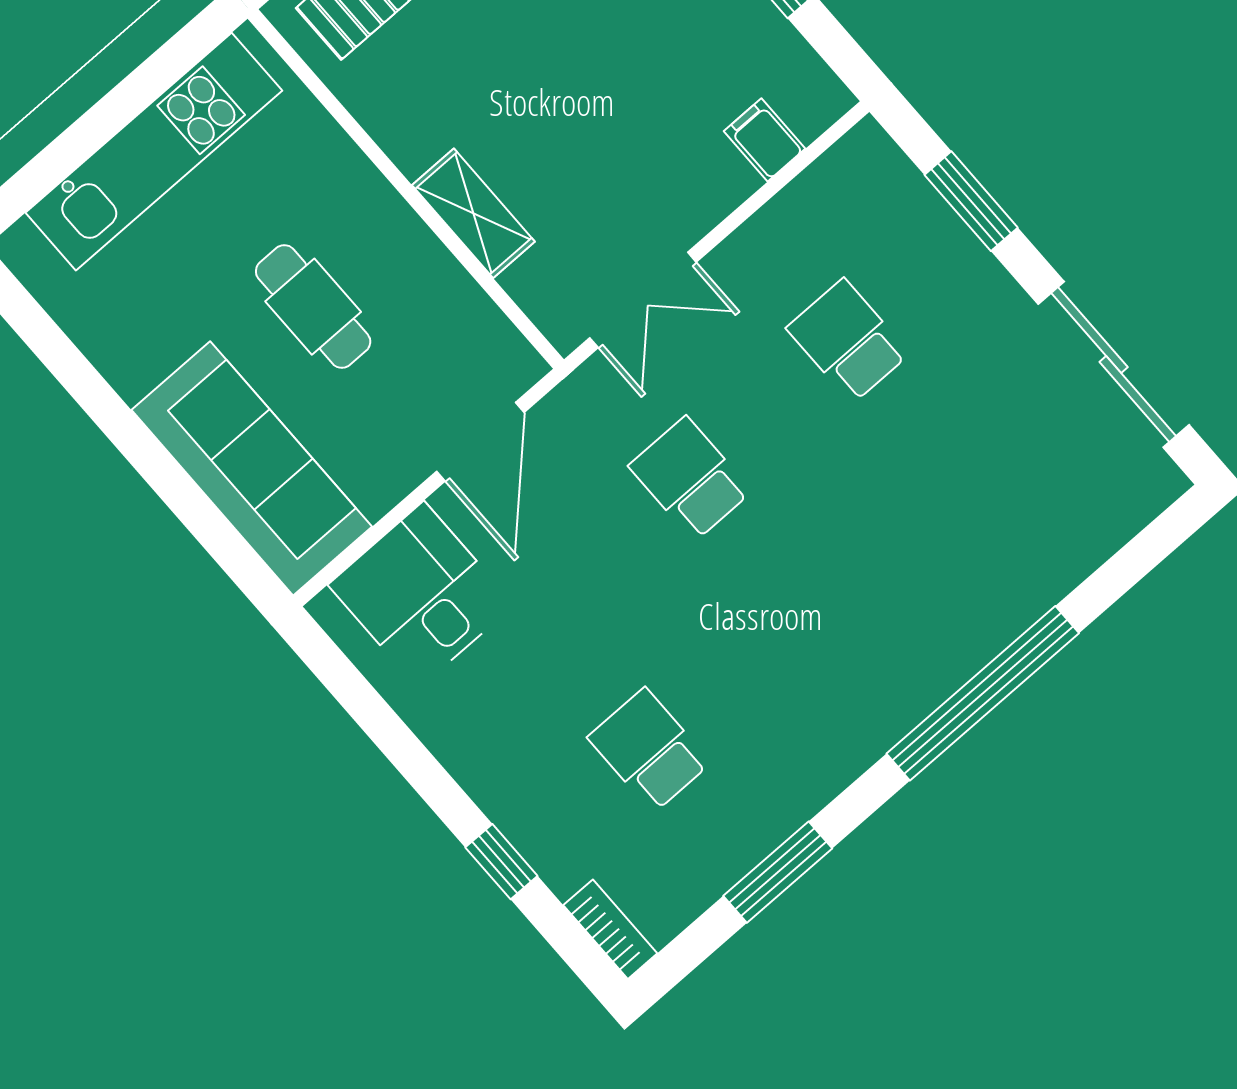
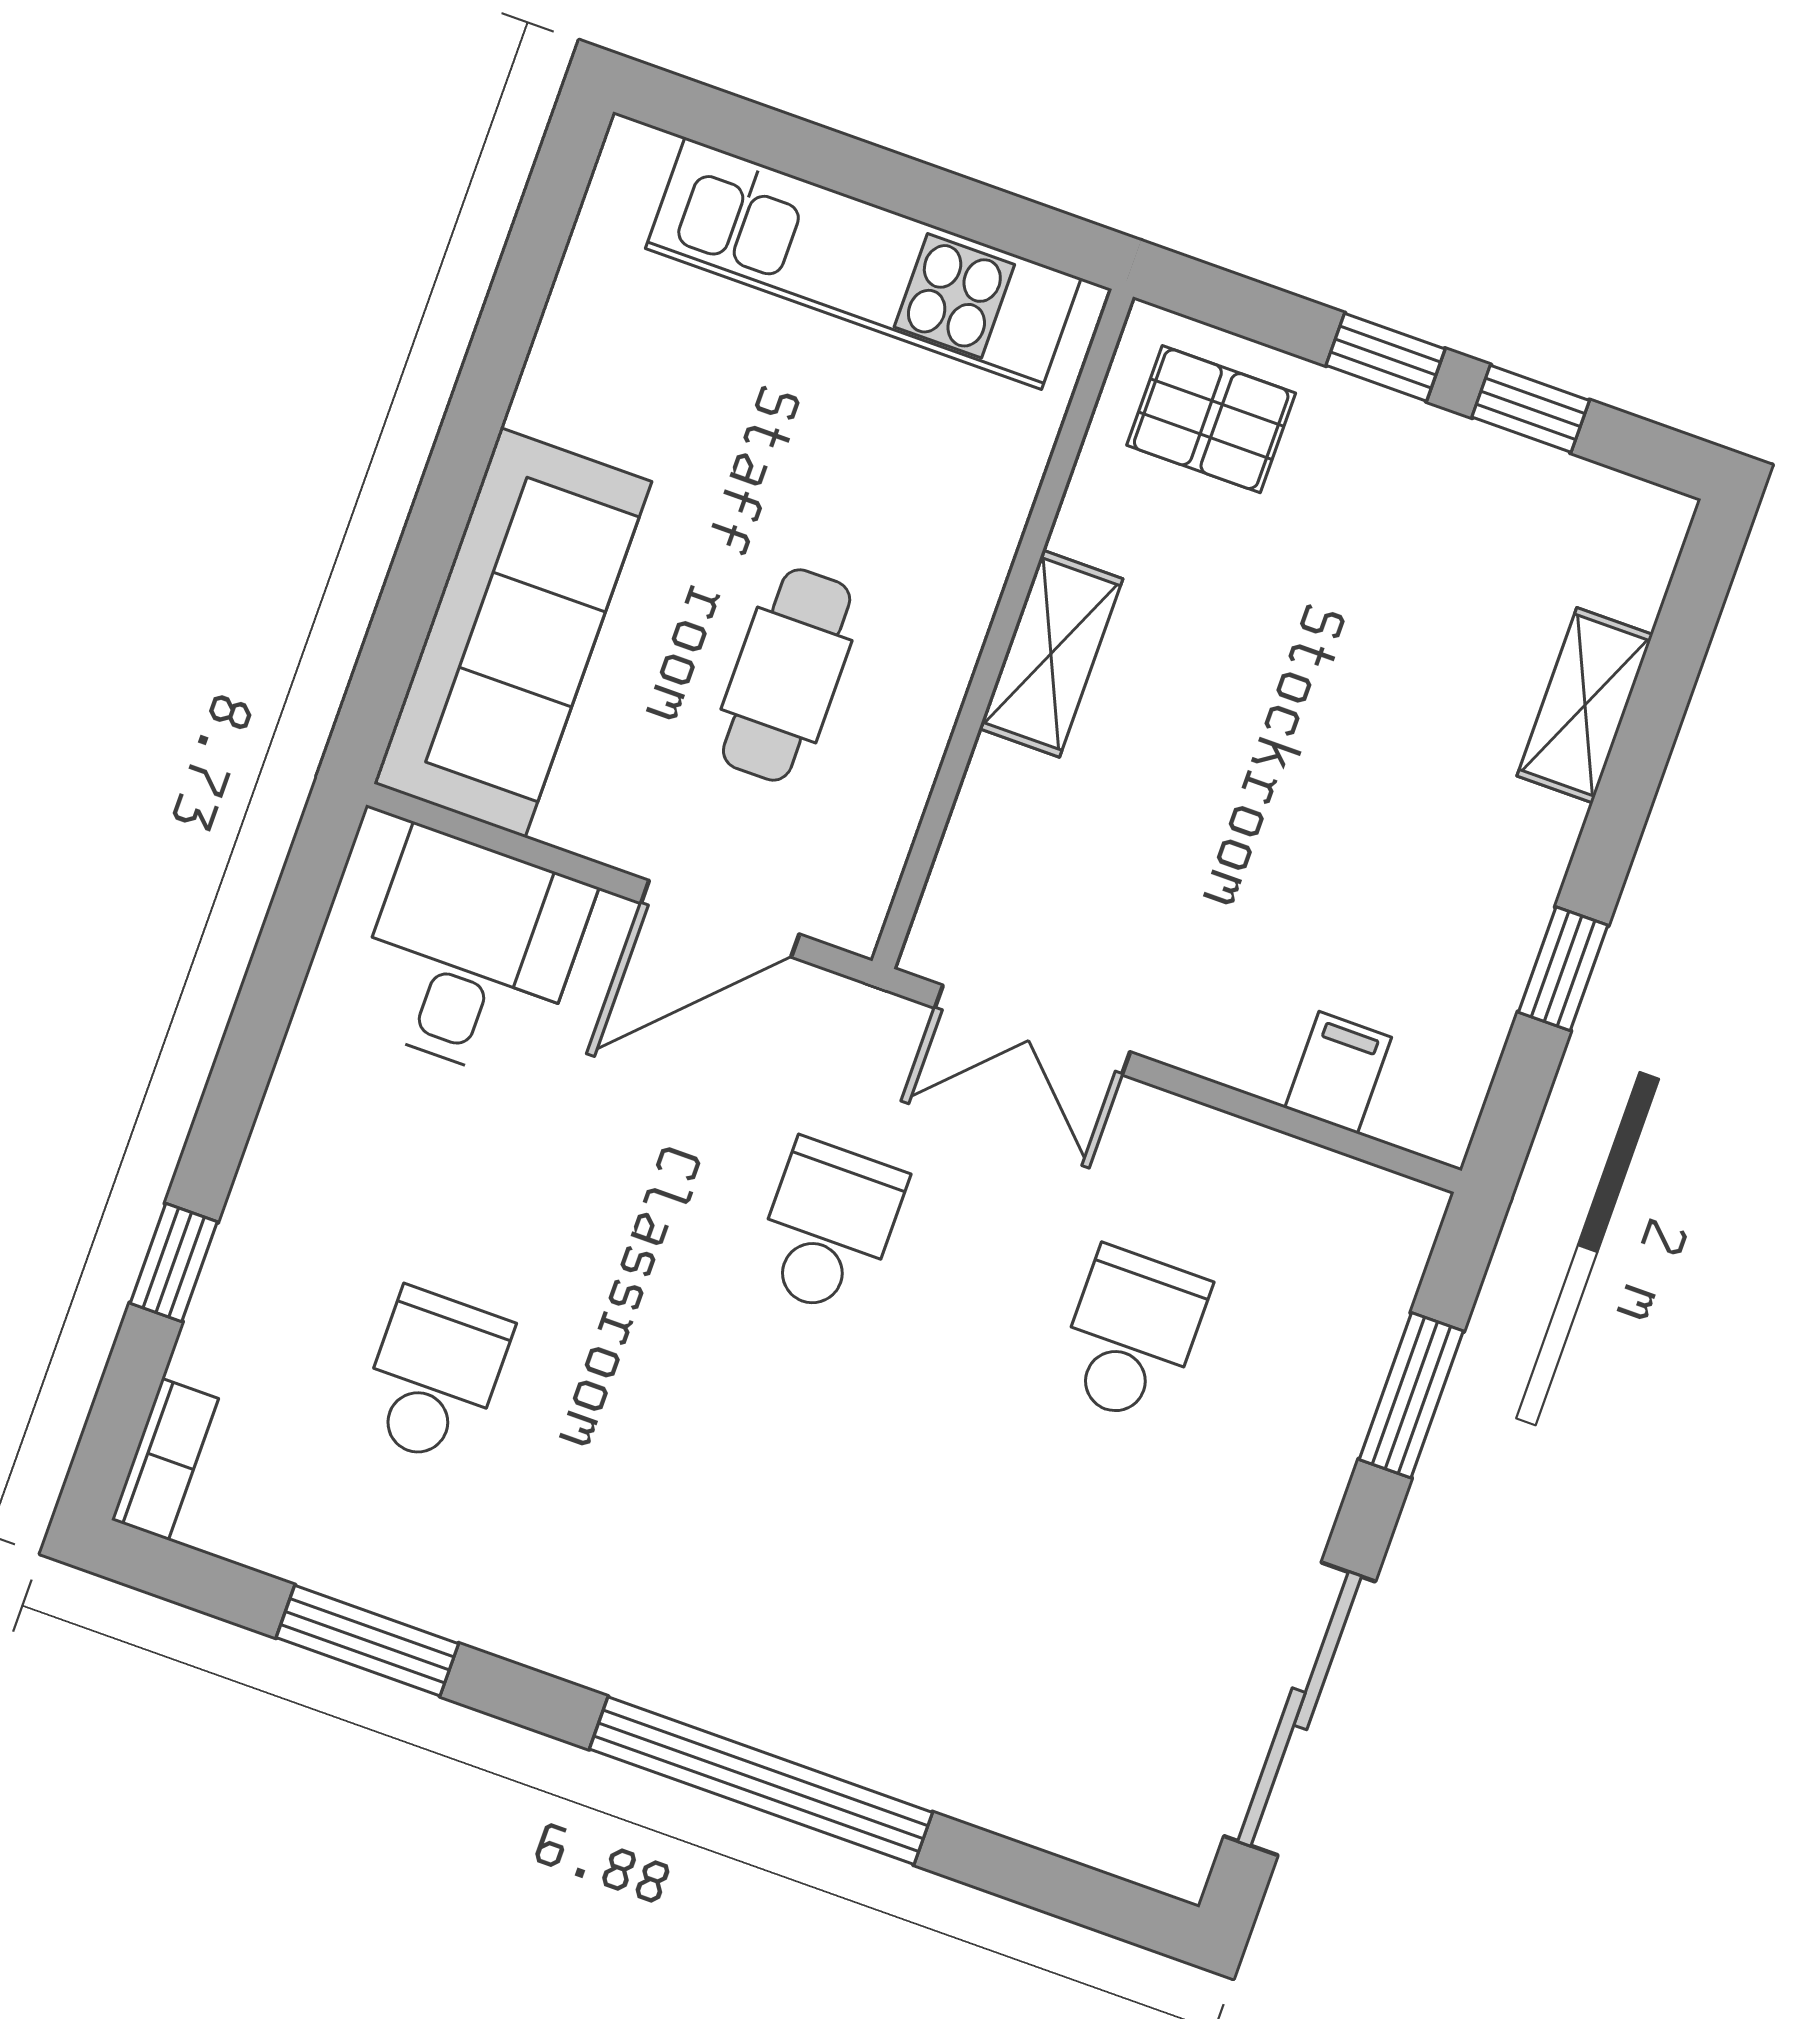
shelving: (473, 213) -> (1051, 654), moved
cafe table: (313, 307) -> (787, 675), moved

